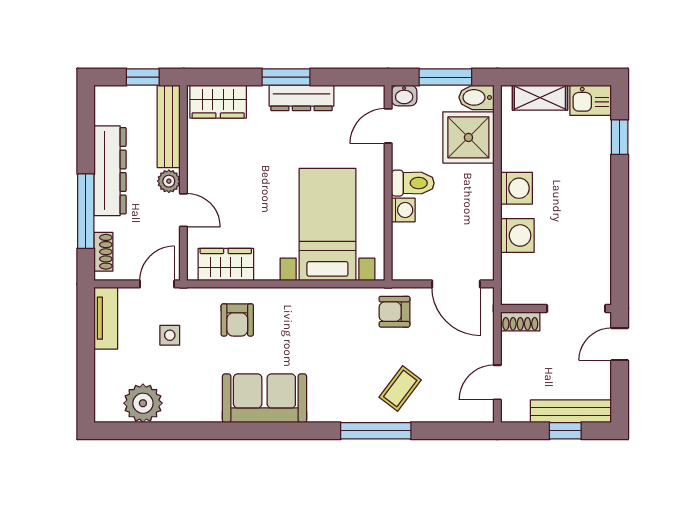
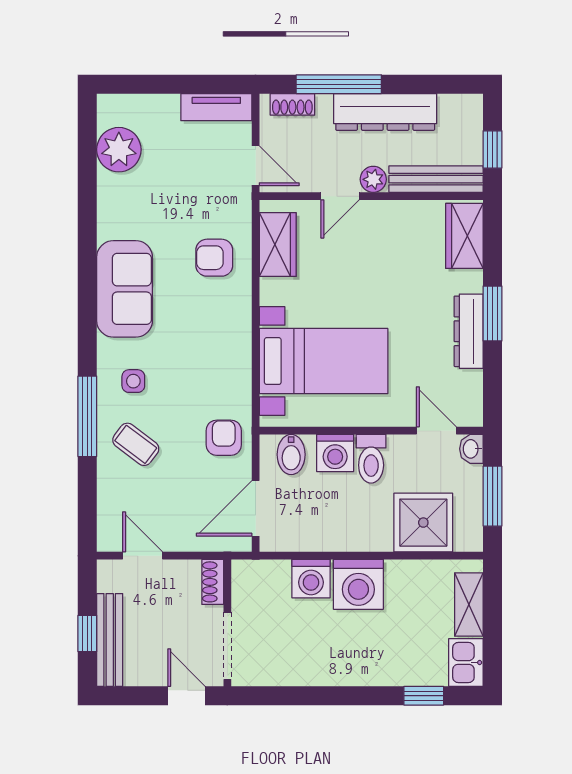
bidet: (476, 97) -> (291, 455), moved, turned 180
washing machine: (516, 188) -> (358, 584), width x1.37, depth x1.37
washing machine: (403, 210) -> (335, 453), width x1.38, depth x1.38
side table: (170, 335) -> (133, 381), moved

